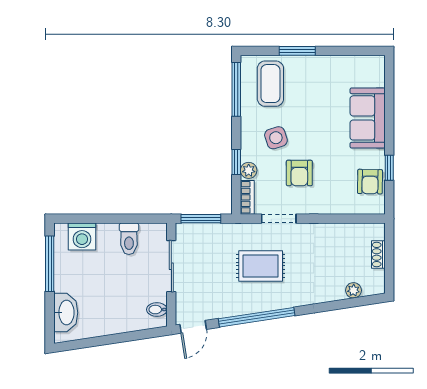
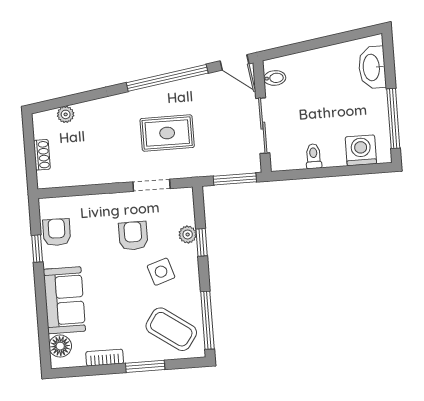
floor lamp: (375, 76) -> (60, 346), added
coffee table: (270, 84) -> (171, 329), turned -55
bookcase: (247, 197) -> (105, 358), moved, turned 90
toilet: (129, 239) -> (313, 156), width x0.73, depth x0.72
door: (193, 327) -> (235, 62), swing flipped

